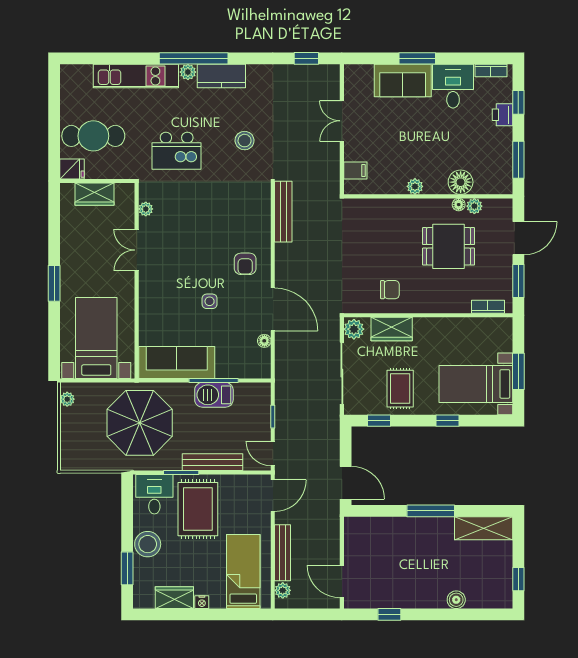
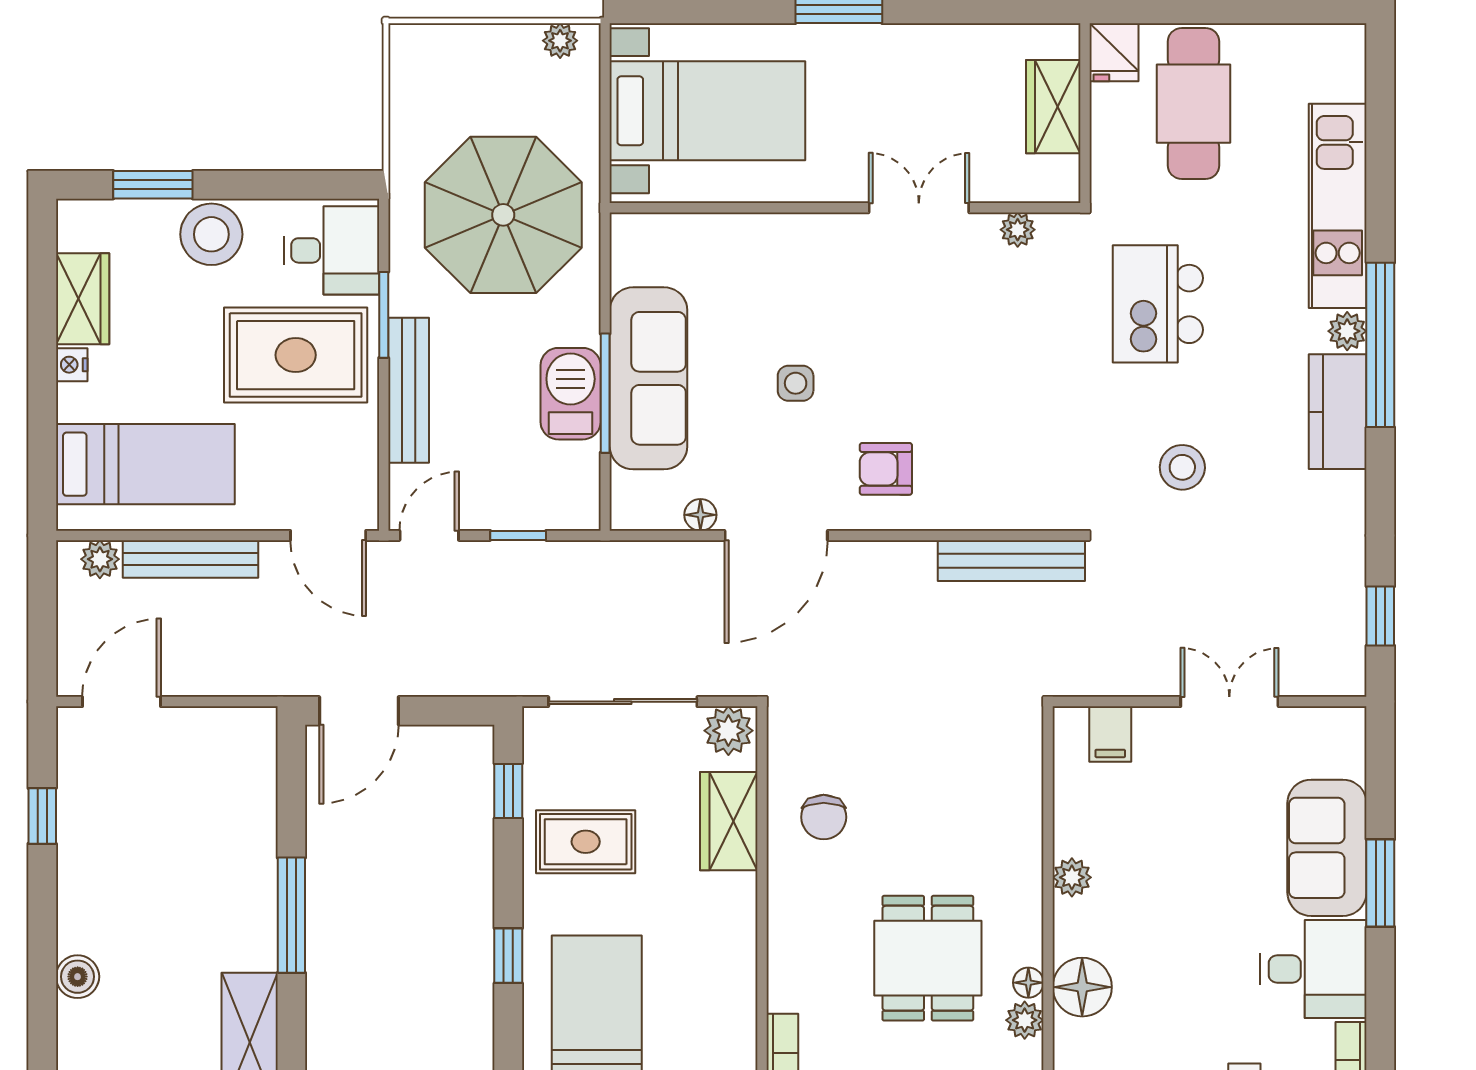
sofa: (177, 362) -> (648, 378), moved

